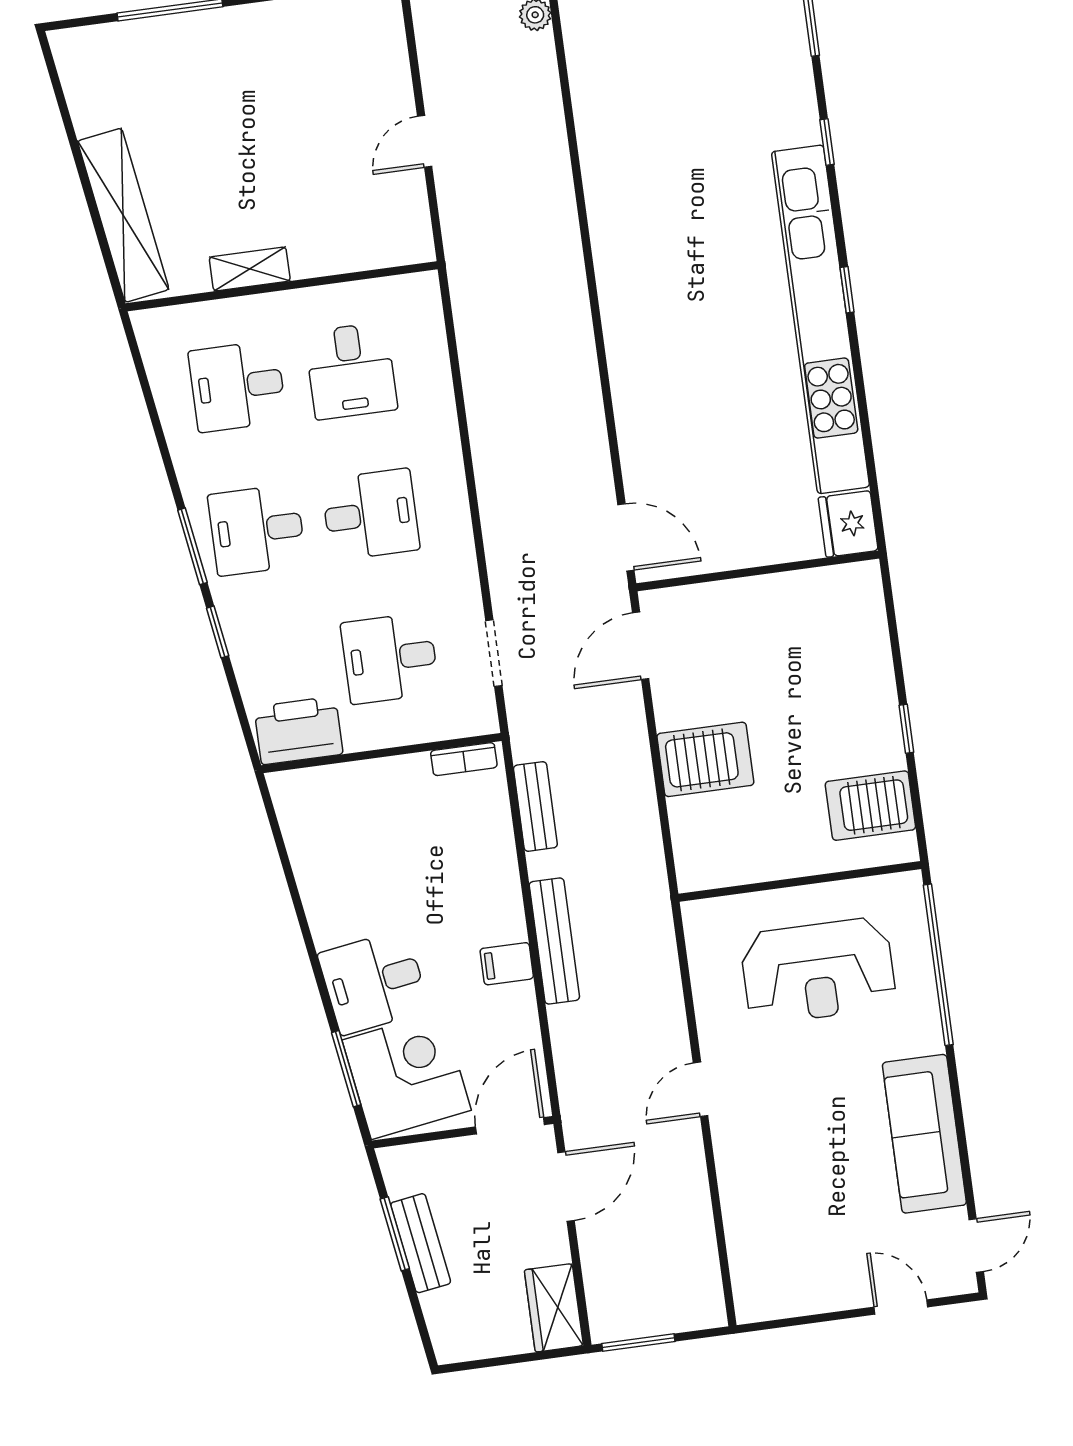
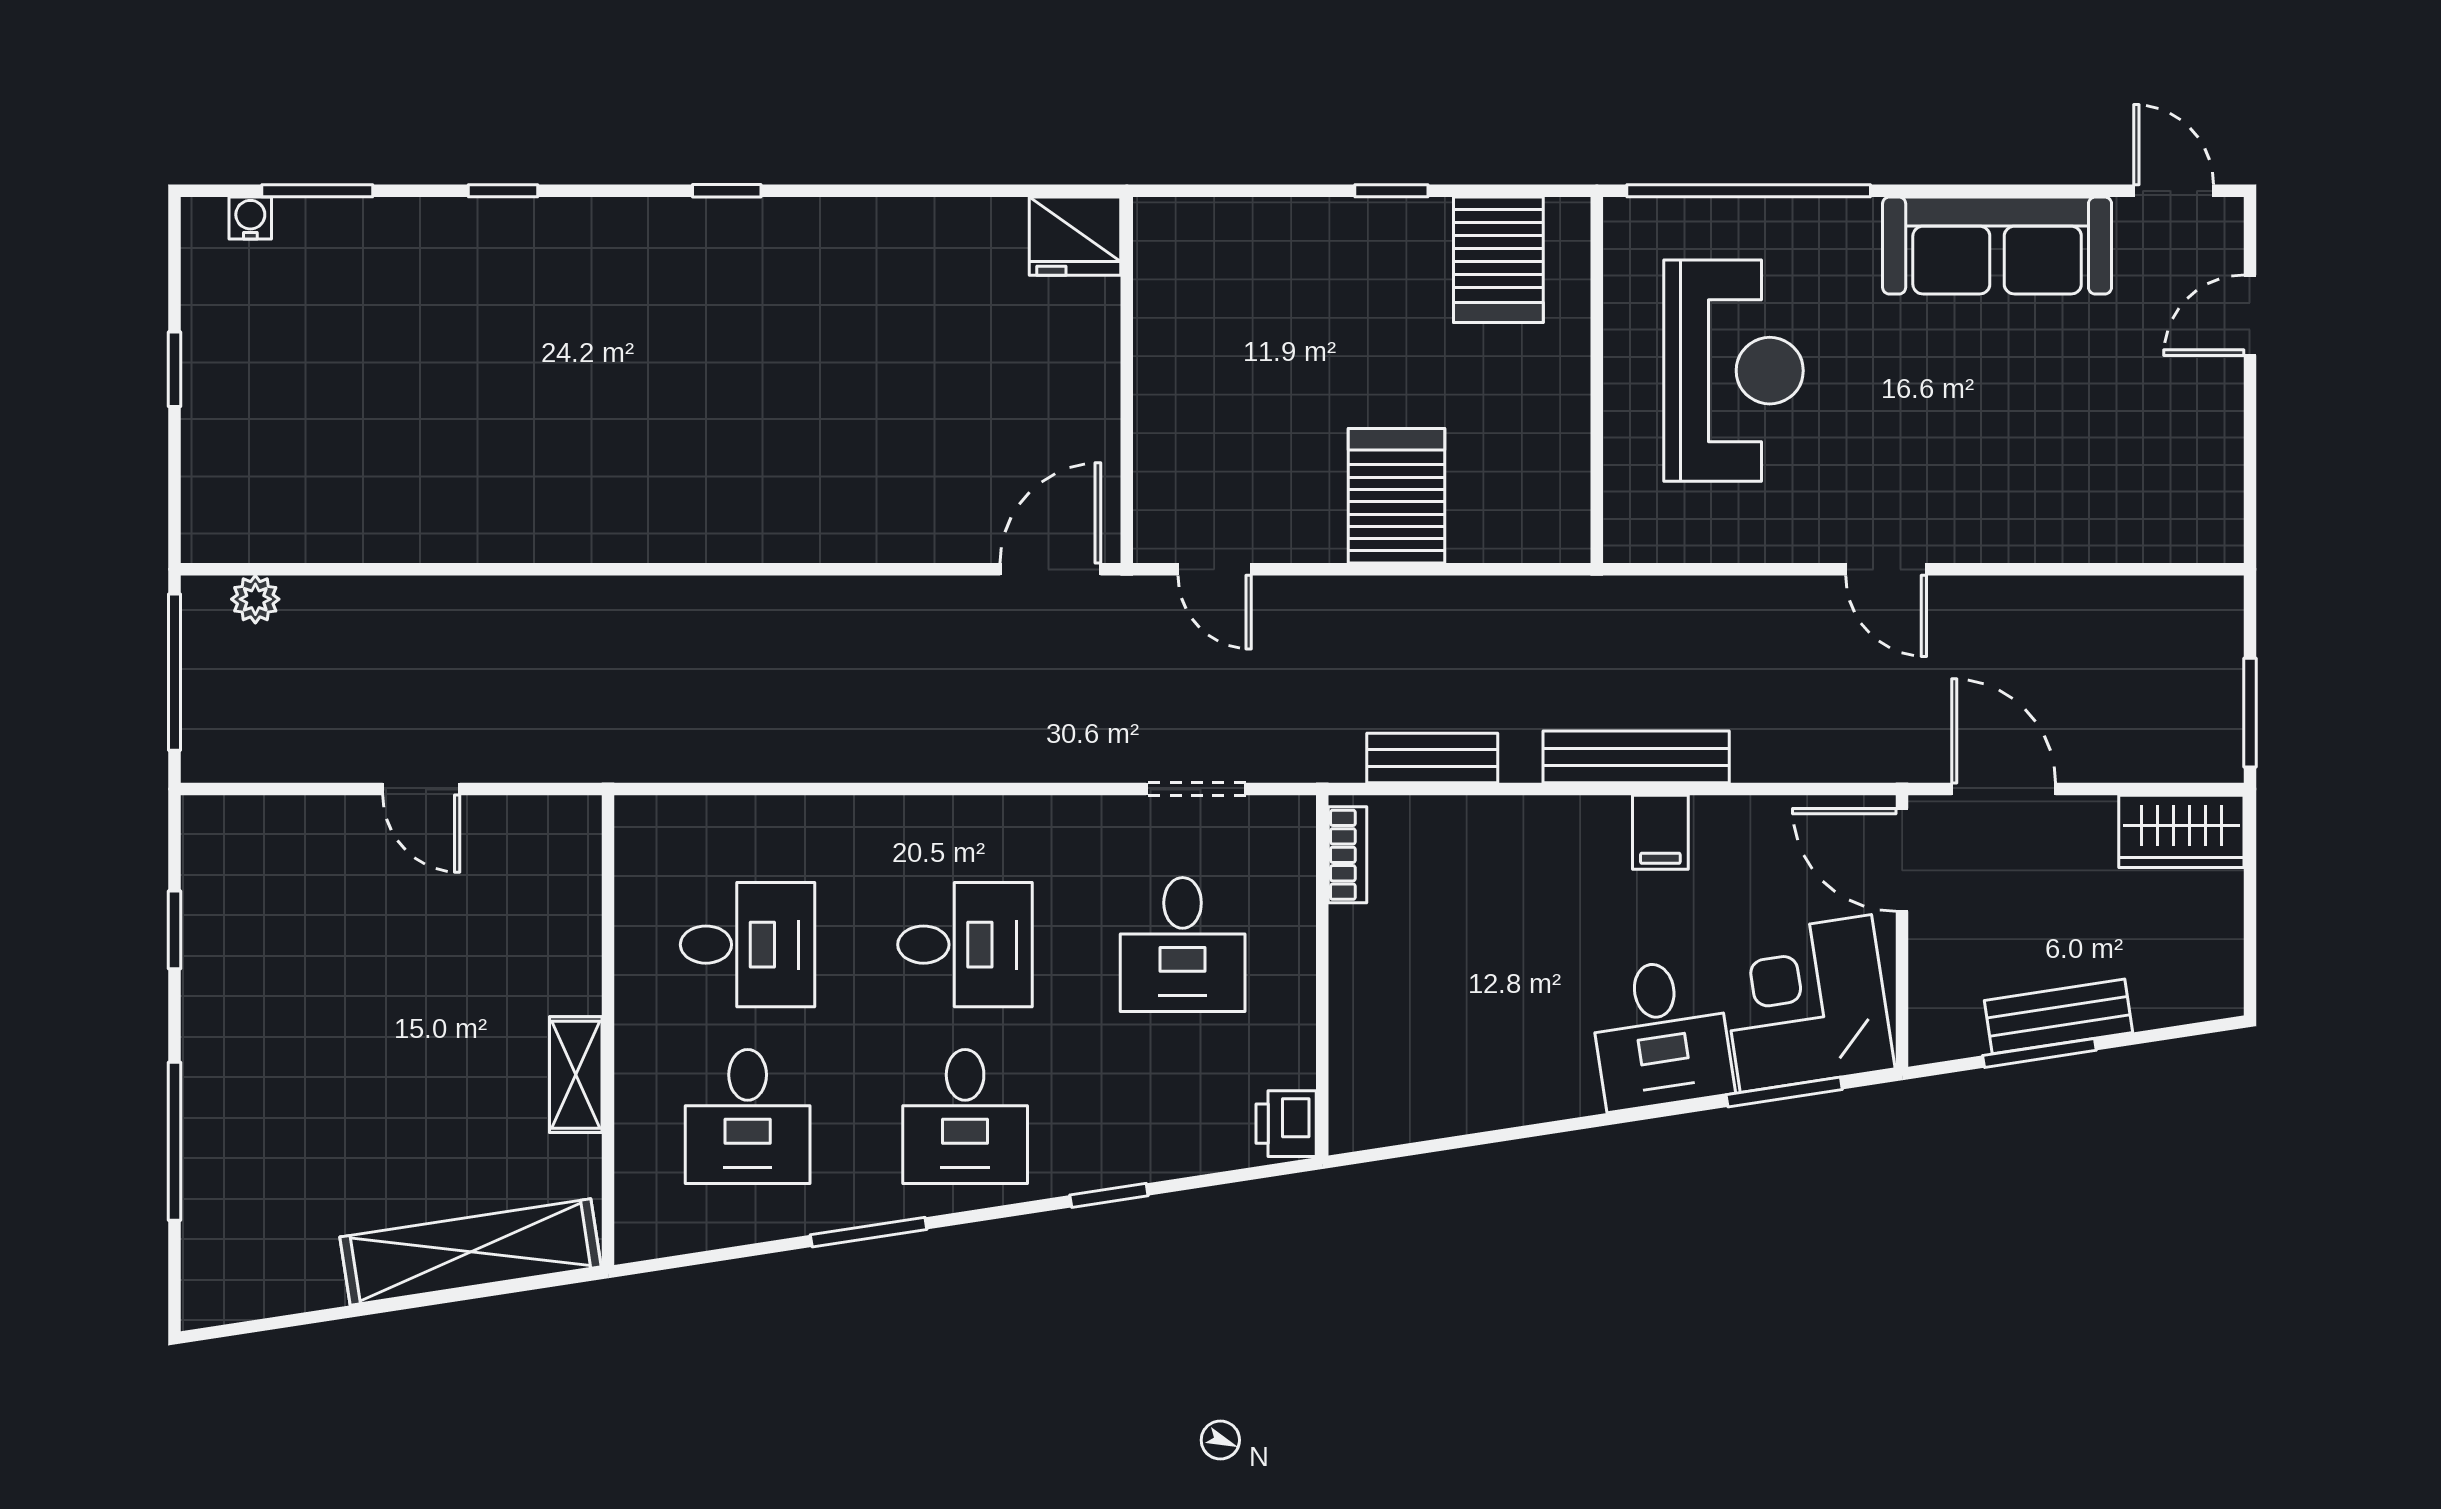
kitchen unit: (820, 319) -> (765, 236), removed
desk: (370, 514) -> (965, 945), turned 90
window: (192, 546) -> (869, 1232), moved
door: (641, 646) -> (1215, 569), width x0.73
printer: (298, 730) -> (1286, 1124), width x0.53, depth x0.68

